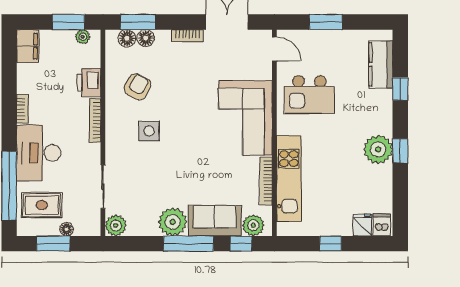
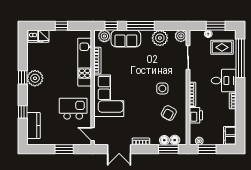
desk: (39, 153) -> (224, 81), width x0.73
plant: (173, 222) -> (160, 38), moved

